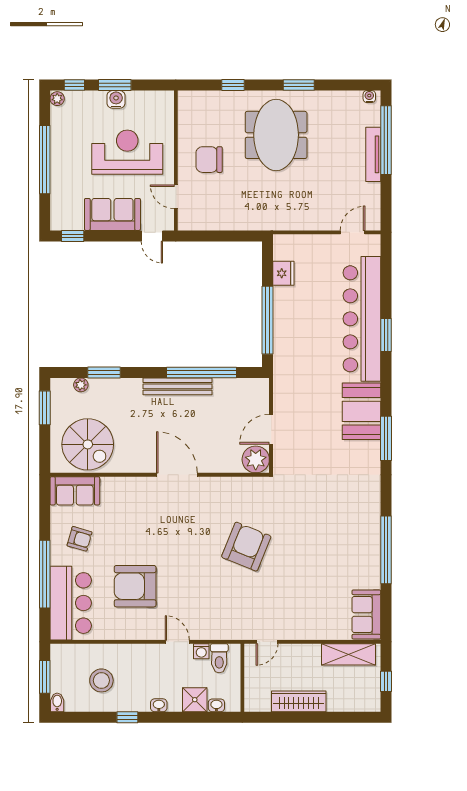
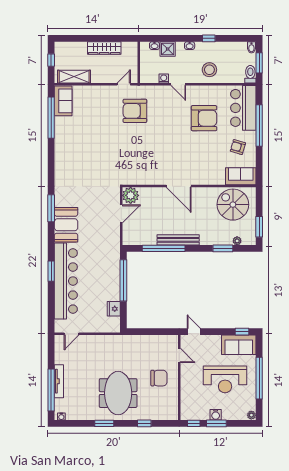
window: (74, 85) -> (194, 423), moved
reception desk: (127, 152) -> (225, 379), moved
sofa: (112, 214) -> (239, 345), moved
armchair: (246, 547) -> (135, 111), moved, turned 68
window: (386, 550) -> (51, 118), moved
toilet: (219, 658) -> (250, 74), moved
stool: (101, 680) -> (209, 70), moved

